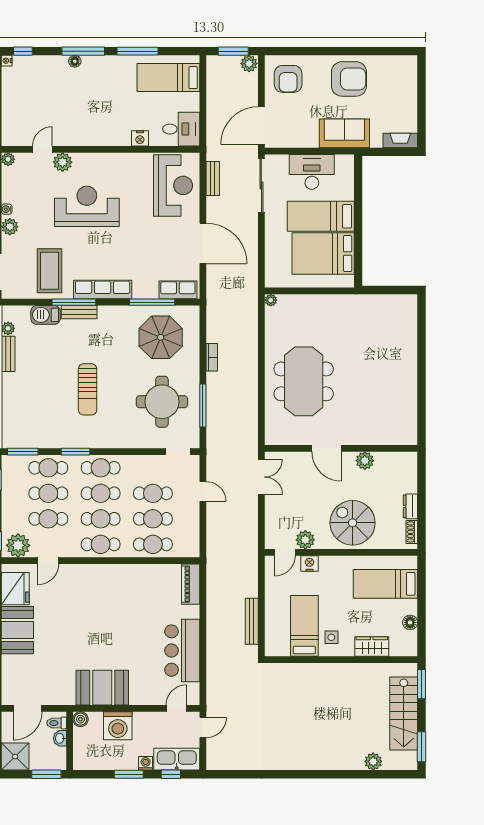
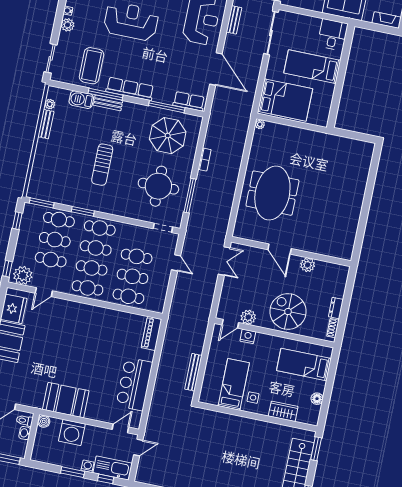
desk: (312, 172) -> (333, 35), moved, width x0.73
bed: (323, 254) -> (285, 100), moved, turned 180

